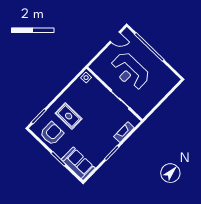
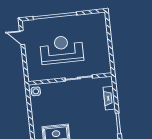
door: (115, 37) -> (22, 38), swing flipped
reception desk: (130, 71) -> (62, 50), turned 180

